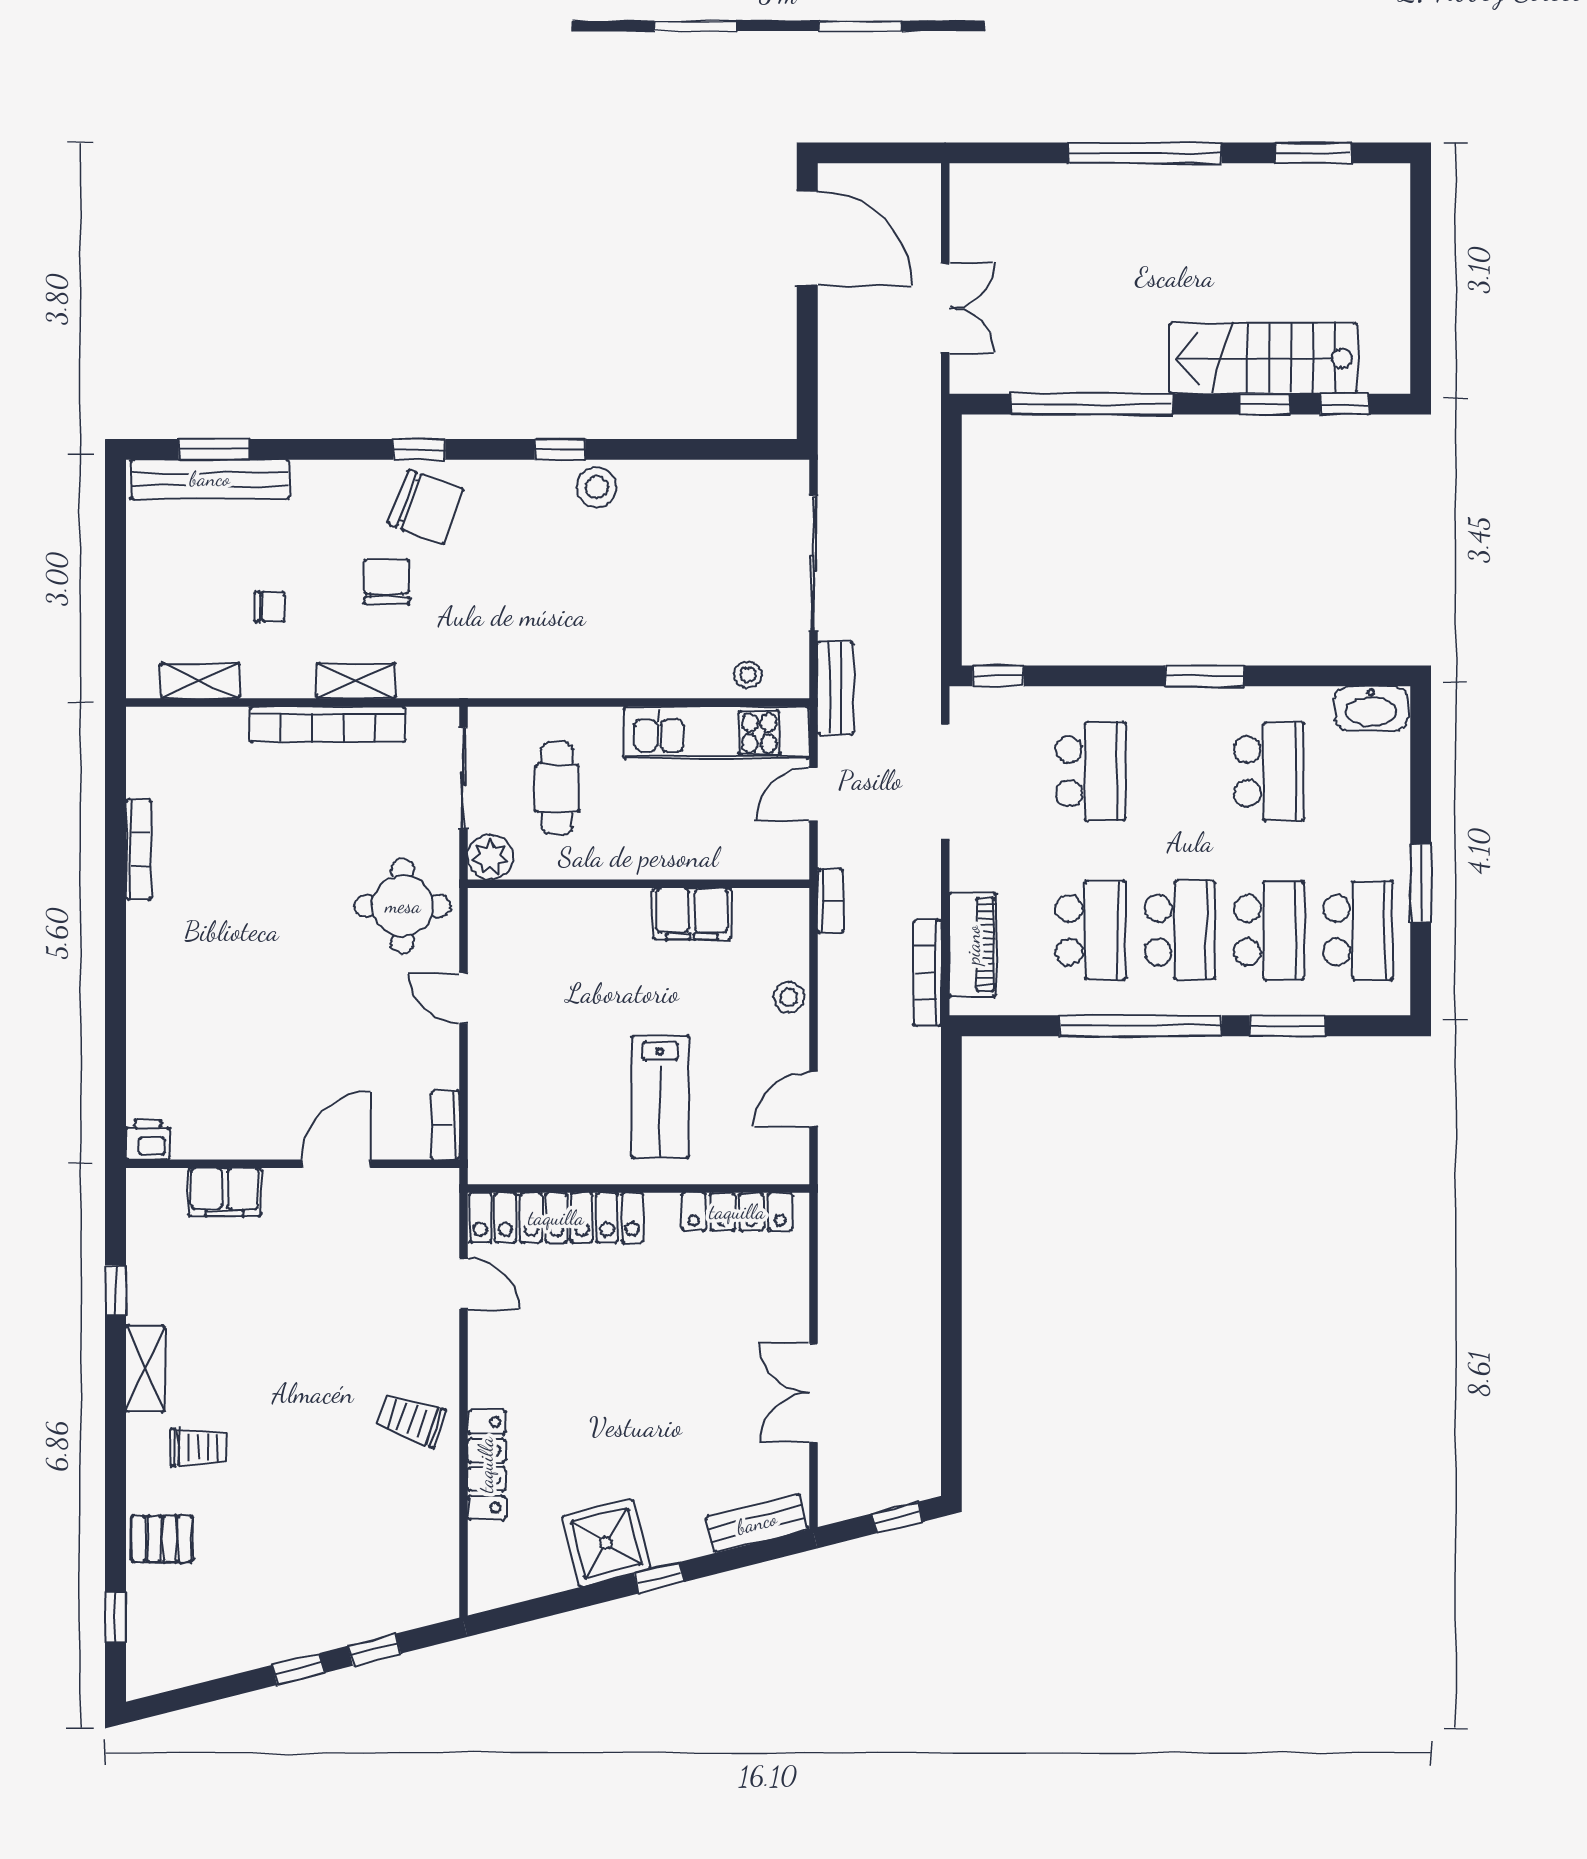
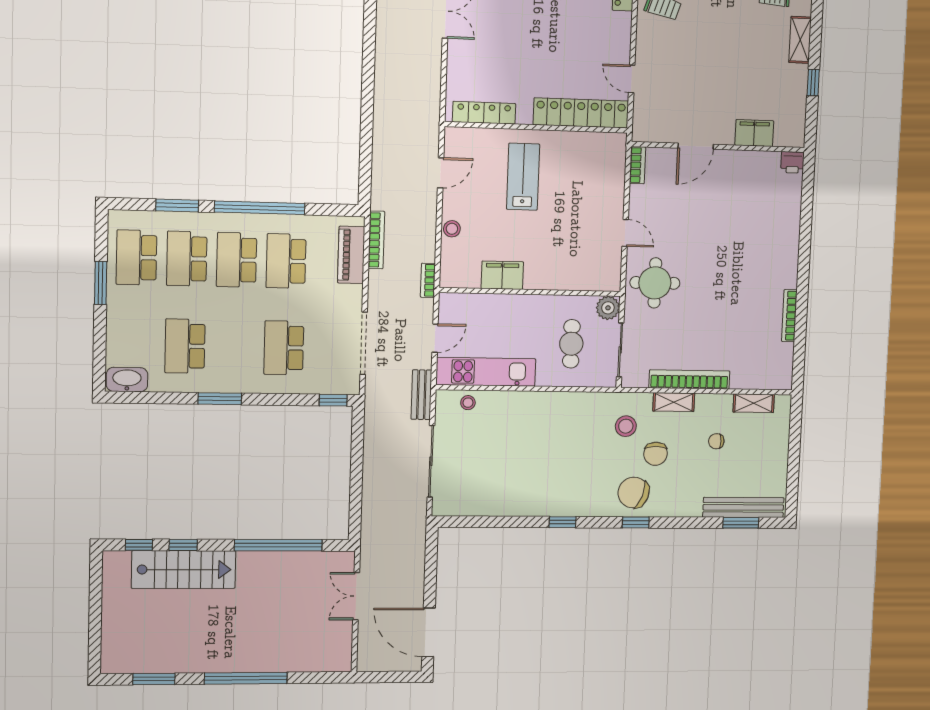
stool: (597, 487) -> (626, 426), moved

